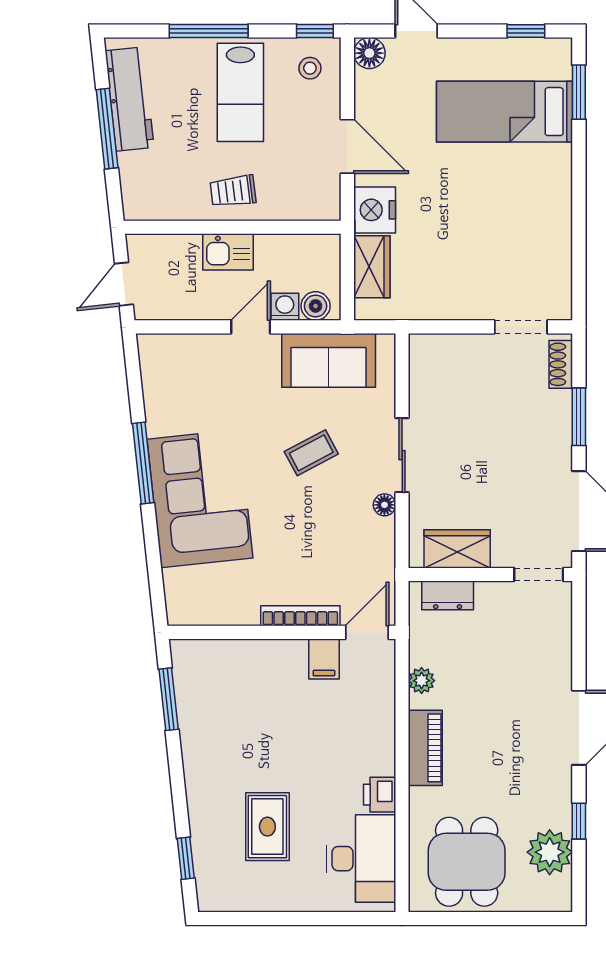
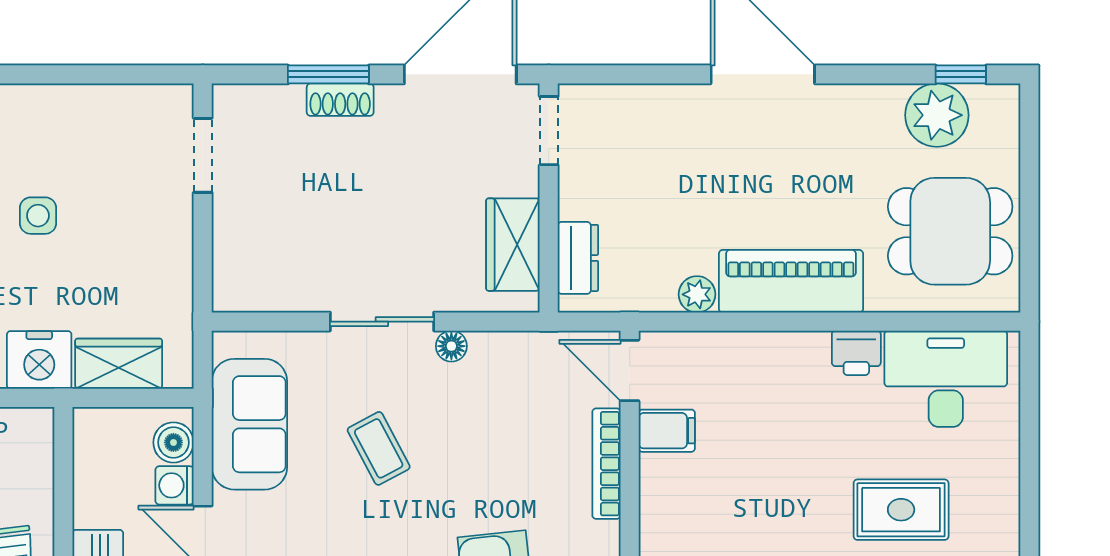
side table: (478, 209) -> (38, 216), added
shoe rack: (561, 364) -> (340, 100), moved
piano: (425, 748) -> (791, 281), width x1.37, depth x1.33
window: (579, 821) -> (961, 74), moved

